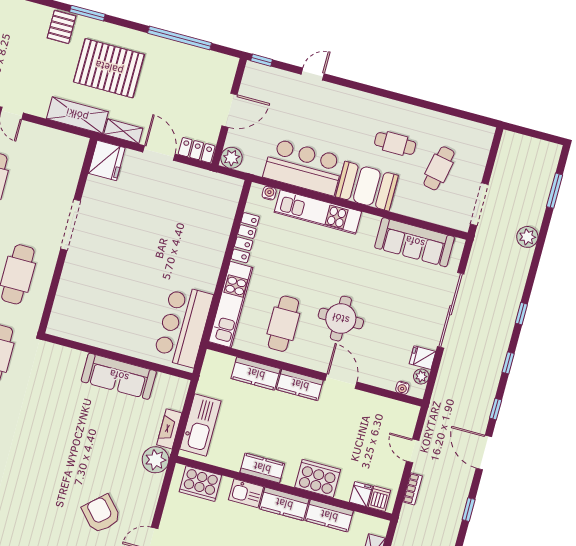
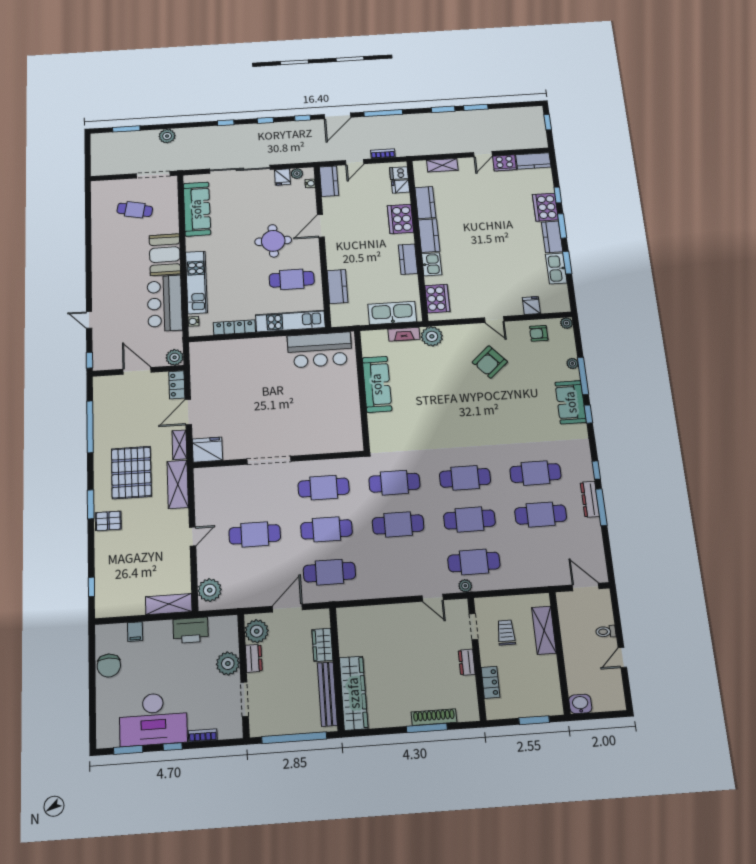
cafe table: (395, 144) -> (125, 245), removed
kitchen counter: (300, 385) -> (329, 181), moved
window: (469, 510) -> (383, 113), width x2.17

